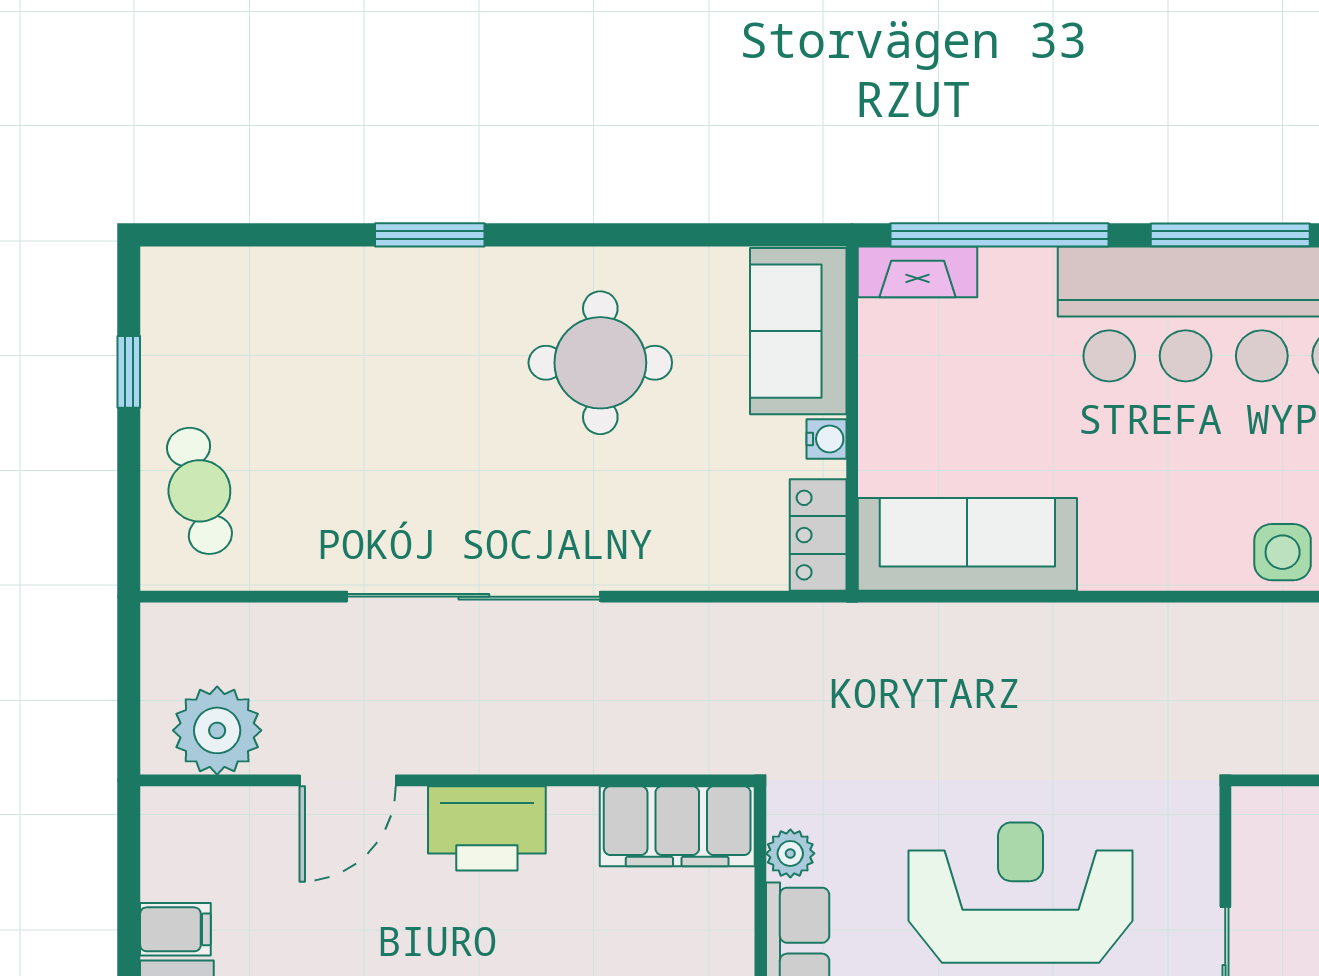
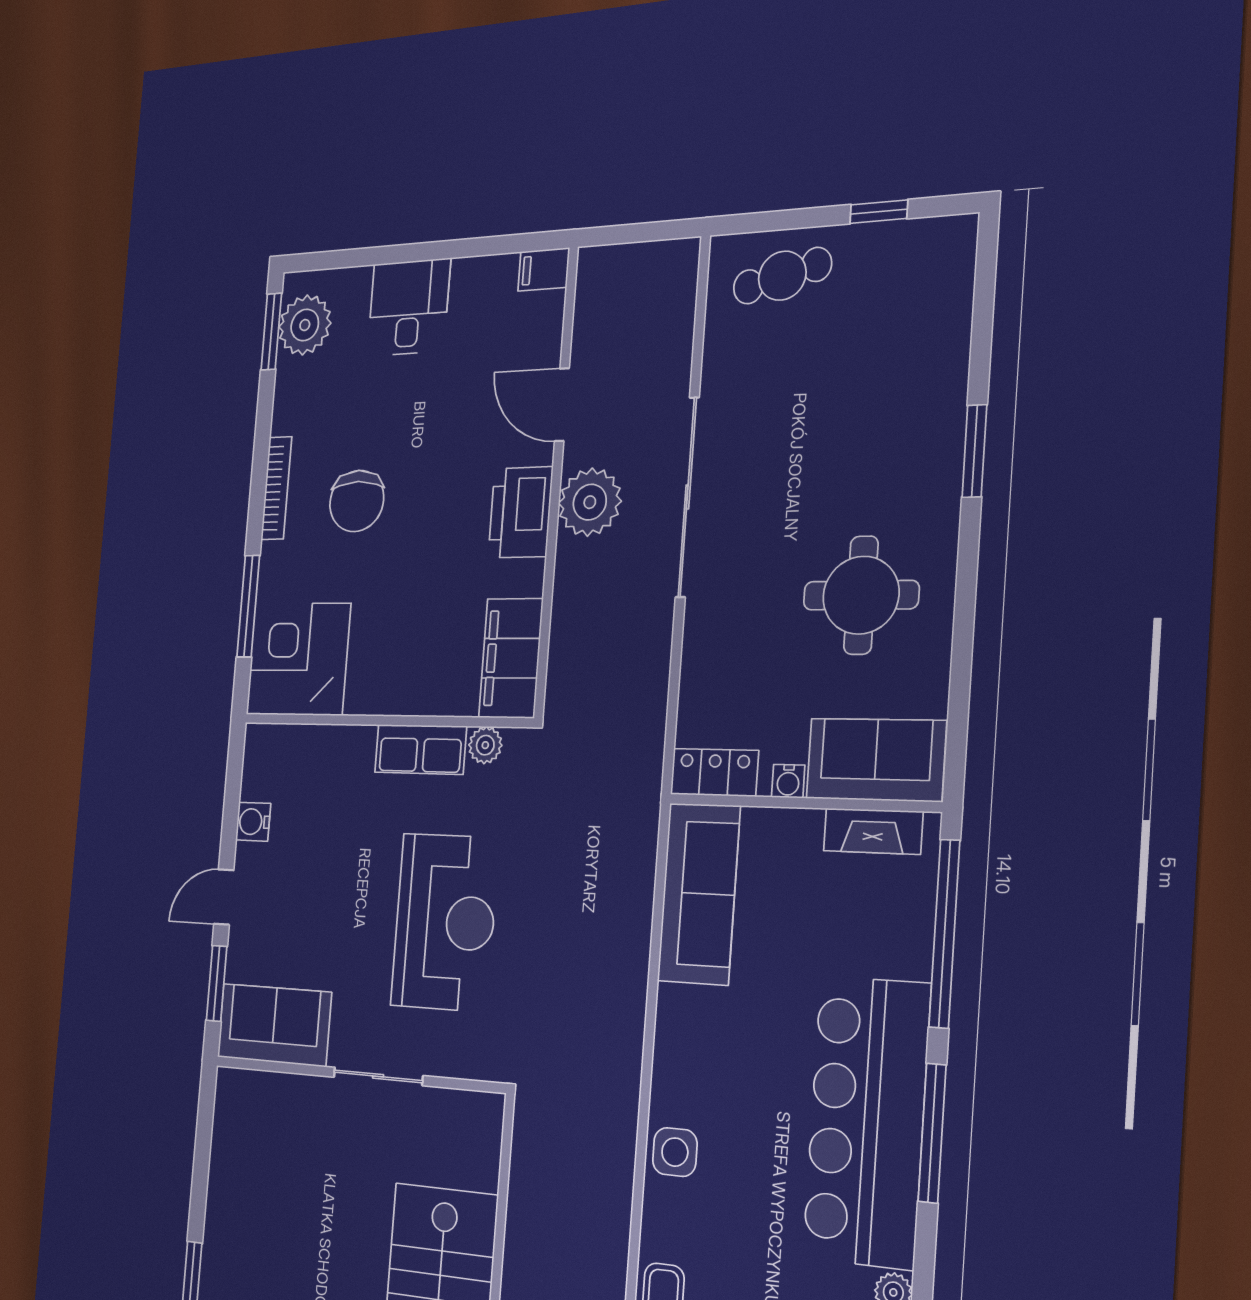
fireplace: (918, 272) -> (873, 831), moved, turned -90
plant: (217, 730) -> (590, 502), moved
filing cabinet: (175, 929) -> (544, 269), moved, turned 90

